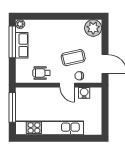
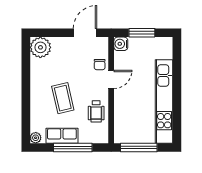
window: (12, 42) -> (73, 147), moved
coffee table: (73, 58) -> (63, 98), moved
water cooler: (84, 93) -> (121, 44), moved
window: (105, 110) -> (142, 33), added

